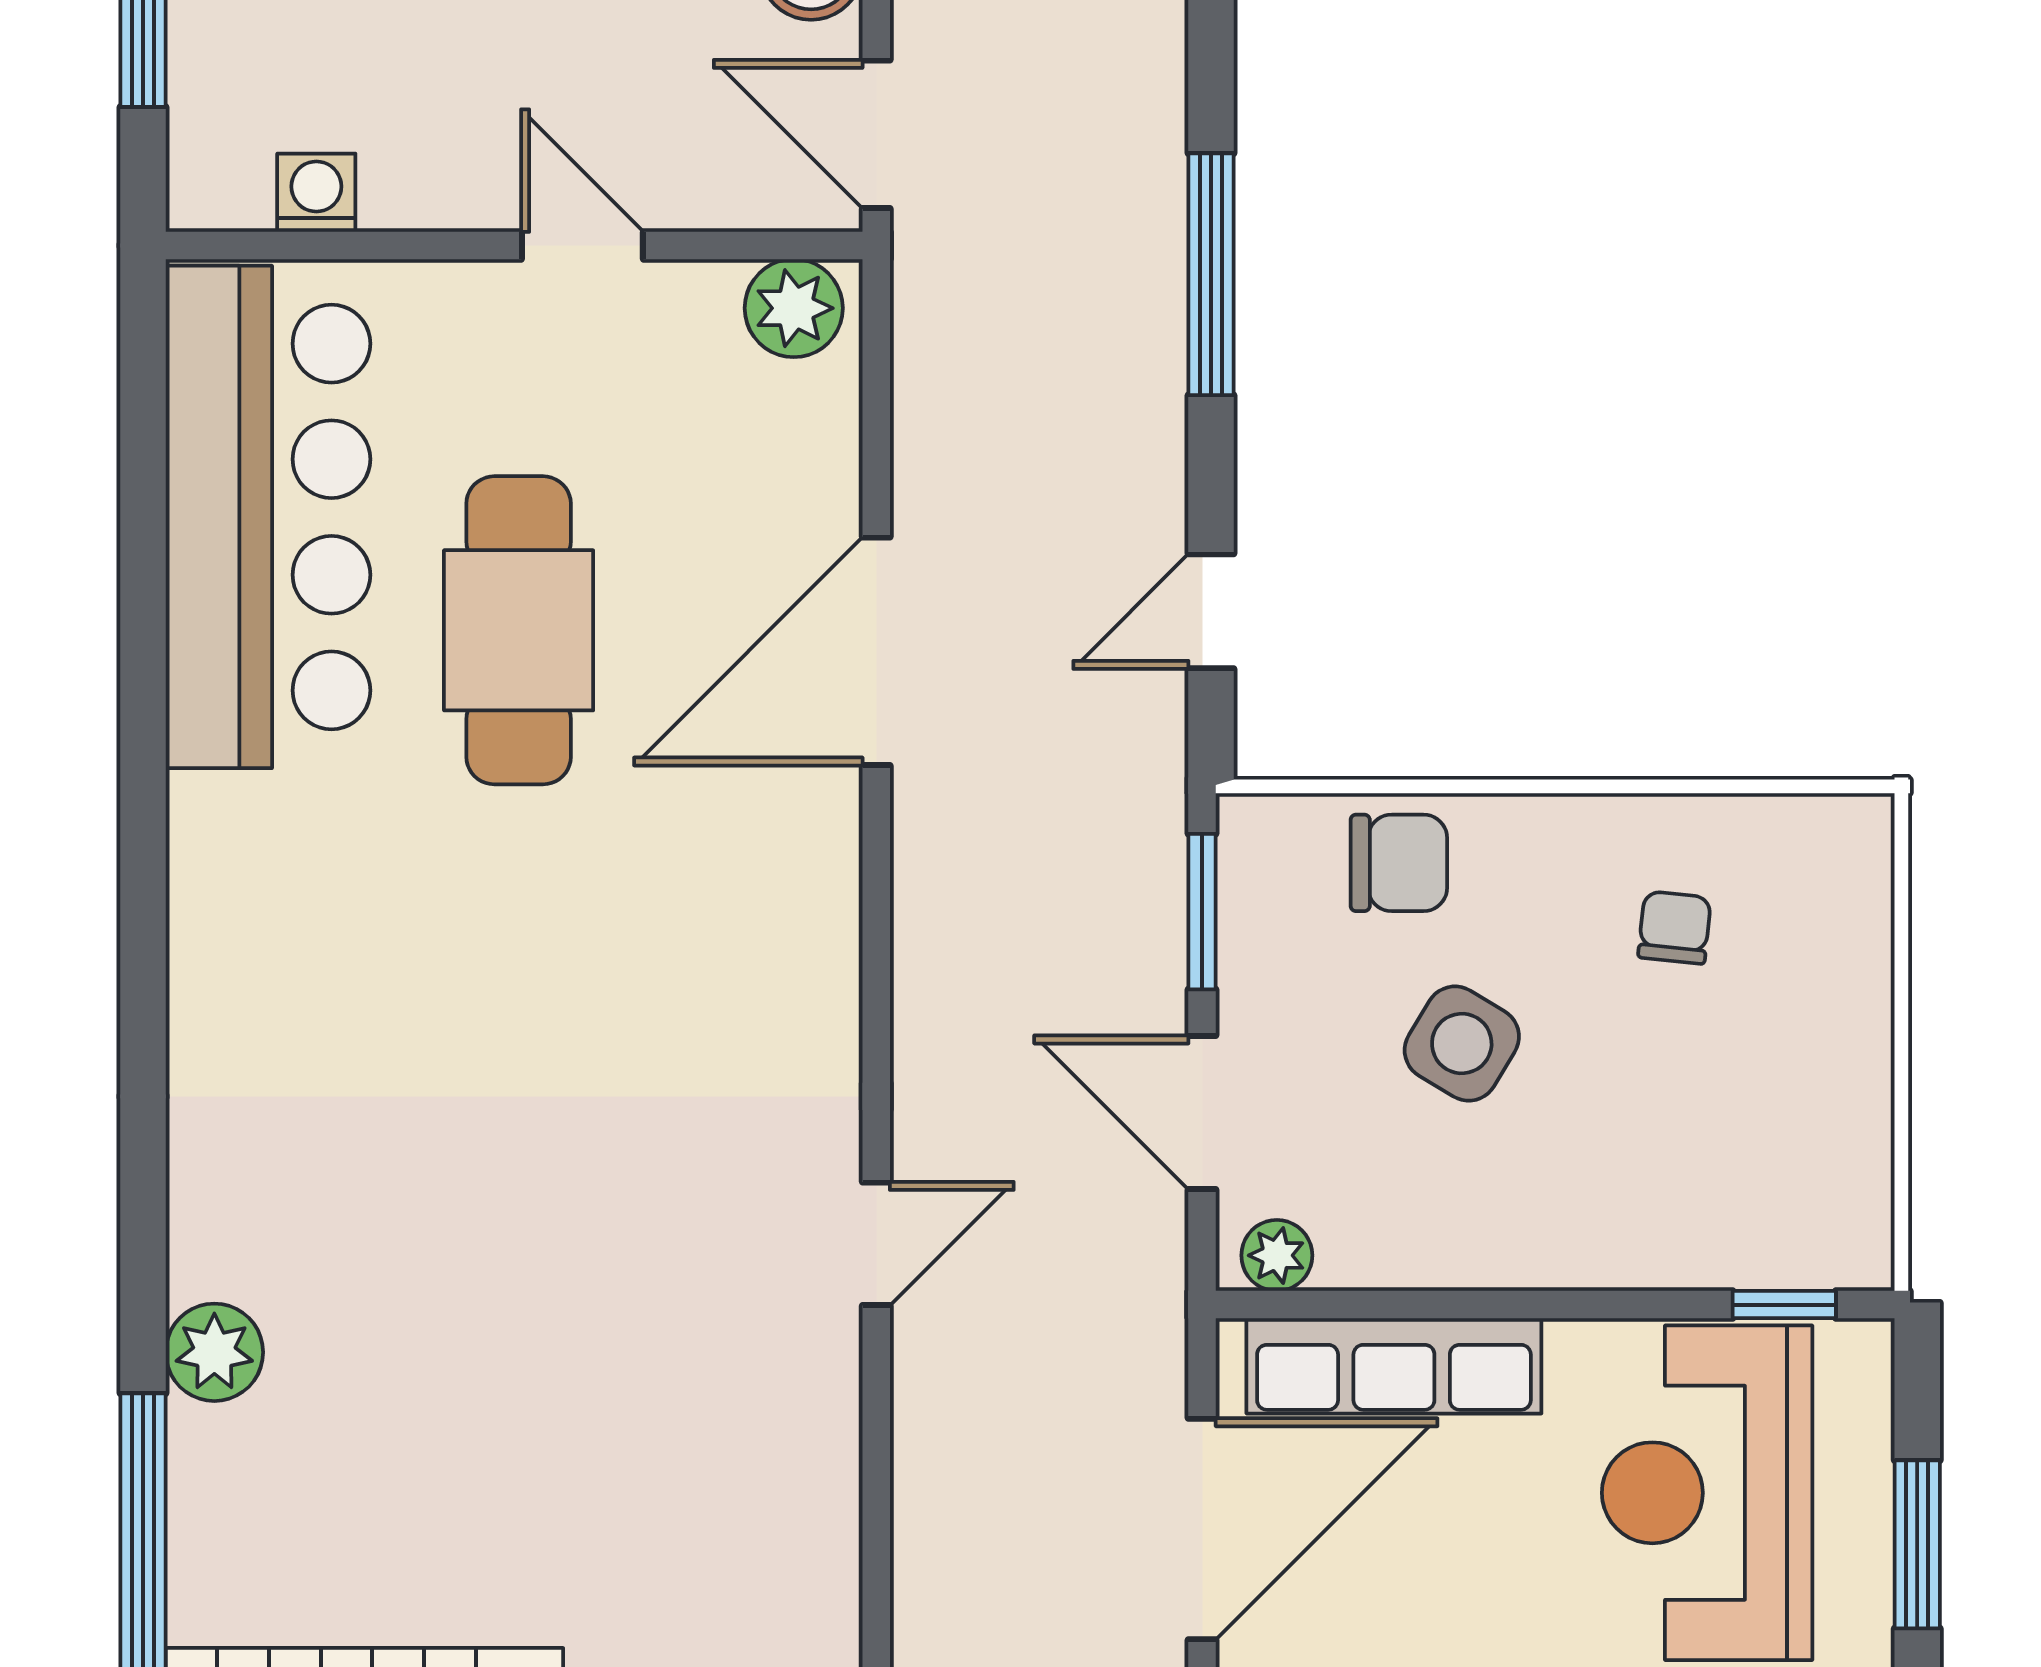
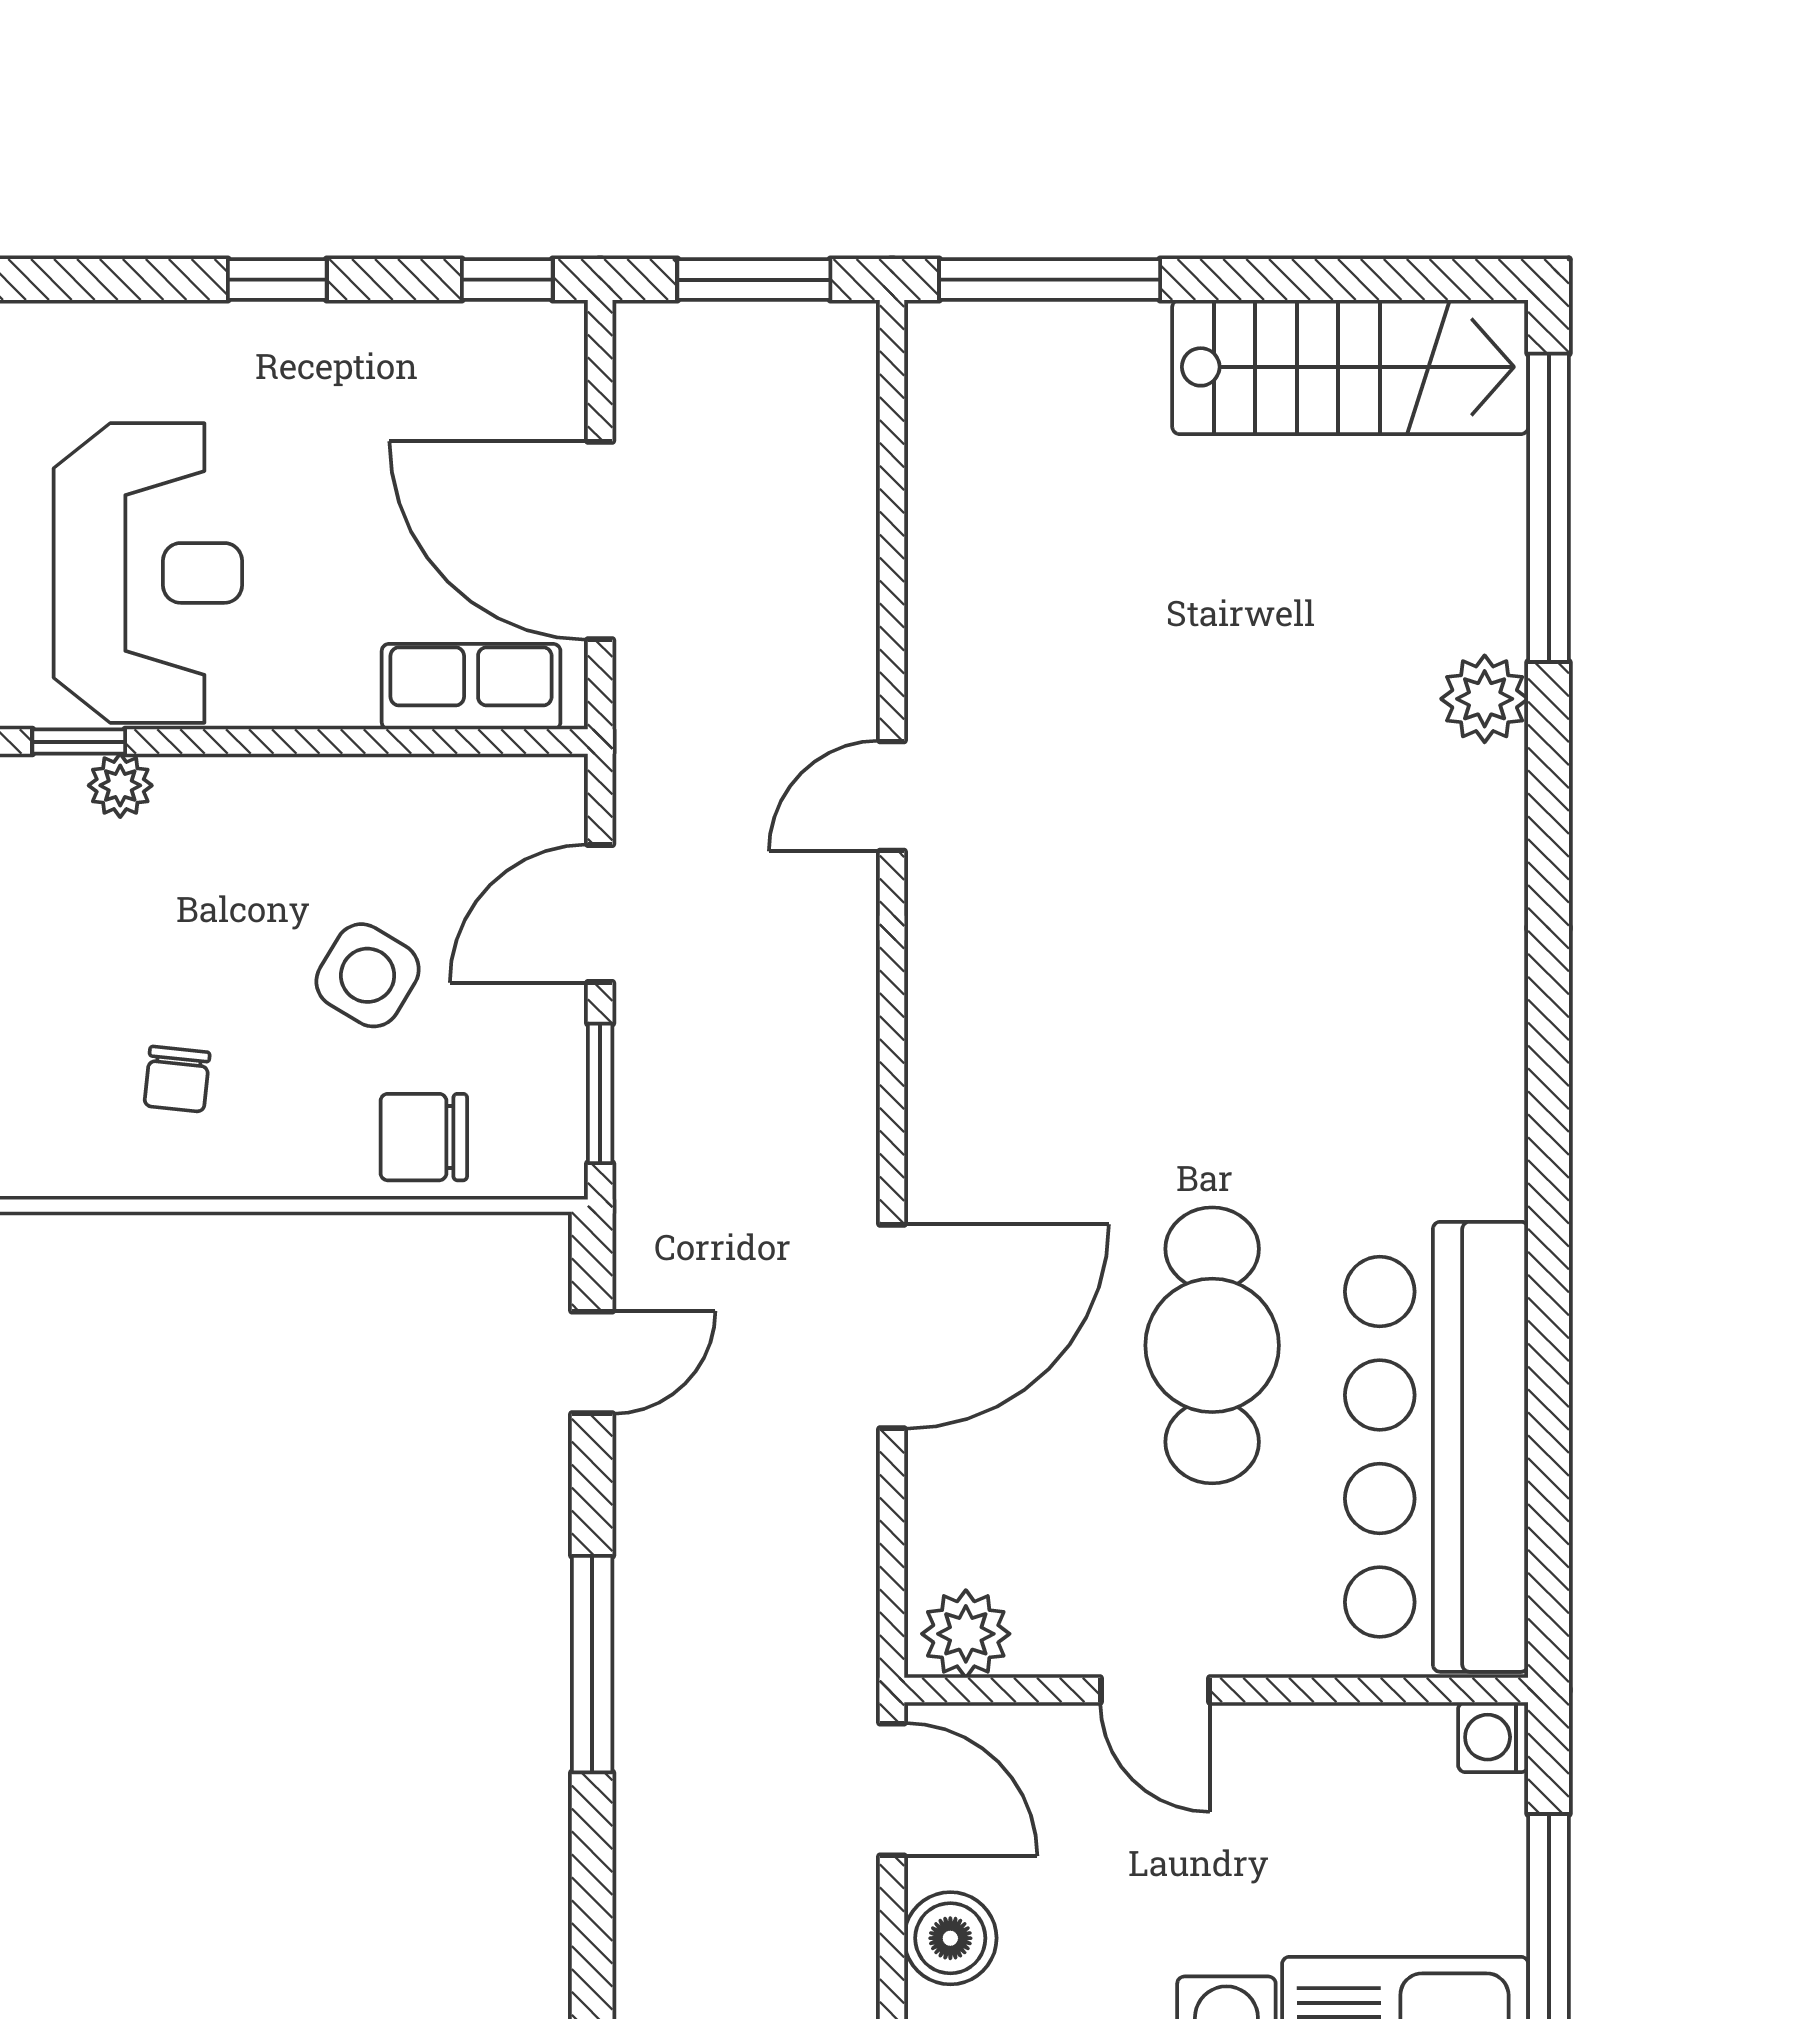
washing machine: (316, 193) -> (1493, 1737), moved, turned 90
door: (1202, 1113) -> (600, 913), swing flipped
plant: (1277, 1255) -> (120, 785), moved
row of seats: (1394, 1366) -> (471, 687), width x0.68
door: (1202, 1529) -> (600, 540), hinge flipped

